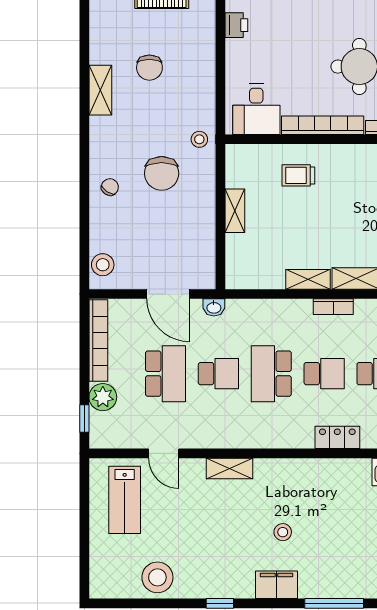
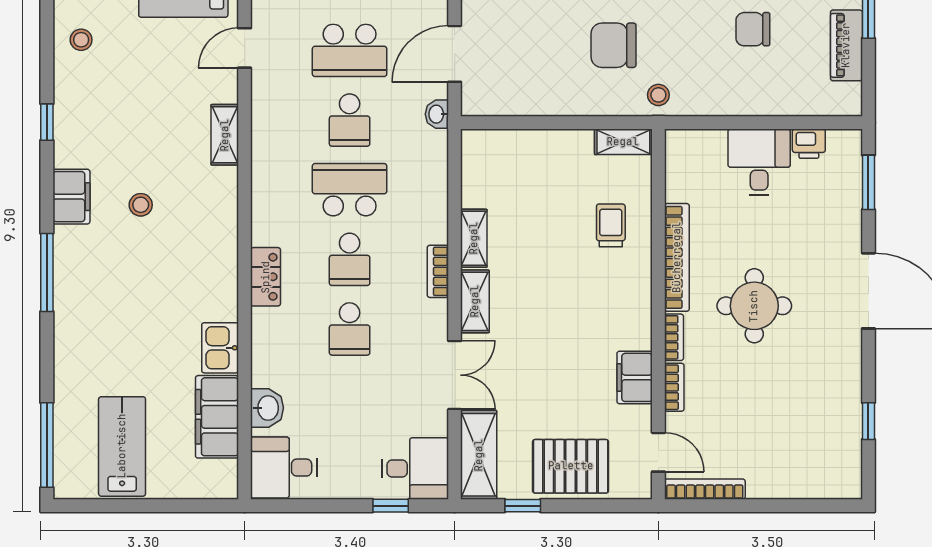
desk: (256, 109) -> (759, 162), moved, turned 90
shelving: (235, 211) -> (623, 142), moved
stool: (157, 577) -> (81, 40), width x0.53, depth x0.53

